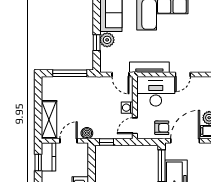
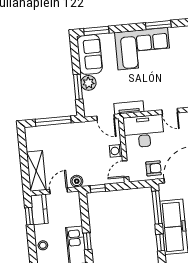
window: (97, 43) -> (78, 87), width x1.50
tv unit: (149, 67) -> (129, 108), width x0.71
door: (183, 75) -> (170, 111), hinge flipped

